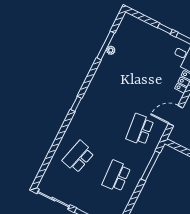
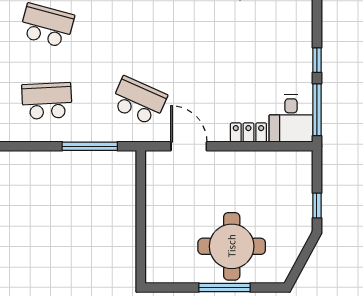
school desk: (140, 129) -> (139, 101), turned 30

